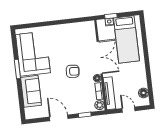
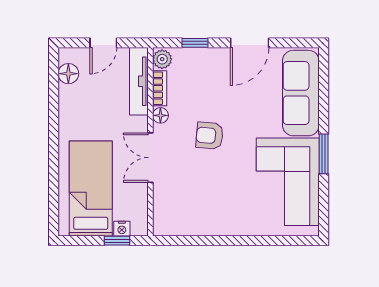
double door: (100, 58) -> (150, 158), width x0.73
sofa: (31, 91) -> (301, 93), width x1.36
door: (129, 110) -> (103, 43), hinge flipped
door: (59, 118) -> (250, 43), hinge flipped

